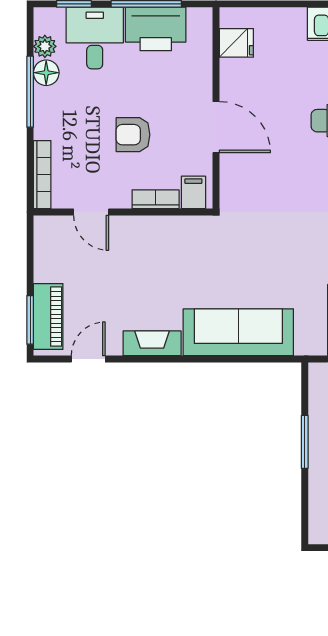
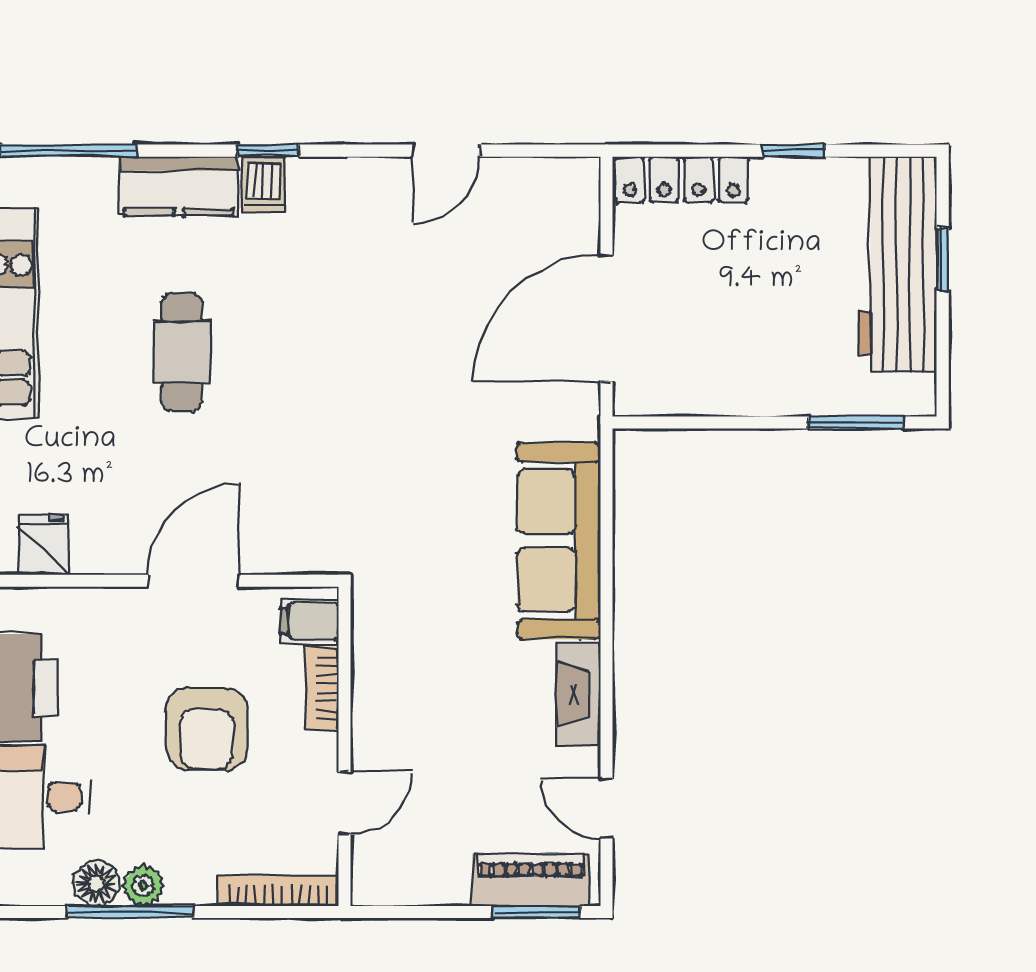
plant: (45, 46) -> (143, 886), moved
armchair: (133, 135) -> (207, 729), width x1.38, depth x1.38
window: (305, 442) -> (855, 423), moved

